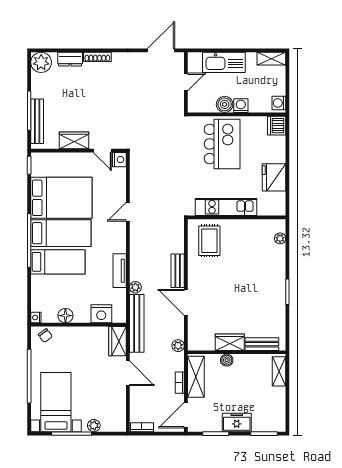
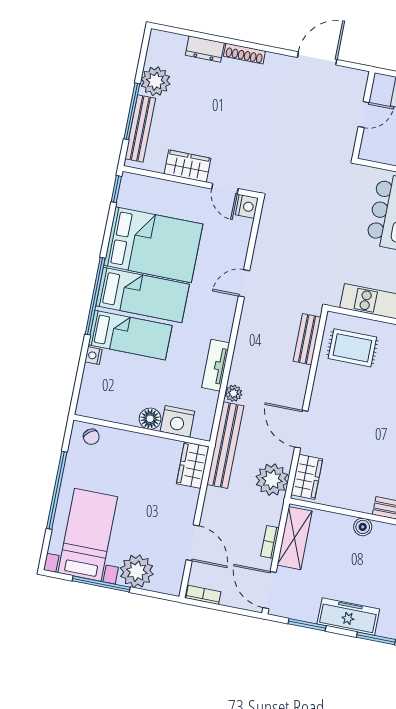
door: (161, 50) -> (317, 58), moved
plant: (41, 62) -> (155, 81), moved
rug: (209, 241) -> (352, 348), turned 90
bench: (178, 271) -> (307, 339), moved
floor lamp: (65, 316) -> (150, 419), moved
nightstand: (36, 318) -> (93, 356), moved
wardrobe: (230, 342) -> (307, 477), moved, turned 90
plant: (178, 346) -> (272, 480), width x1.87, depth x1.87
boiler: (227, 360) -> (363, 527), moved
door: (128, 373) -> (193, 543), moved
door: (186, 415) -> (269, 590), hinge flipped
freezer: (237, 422) -> (348, 617), width x1.40
plant: (94, 426) -> (137, 571), width x1.88, depth x1.88

